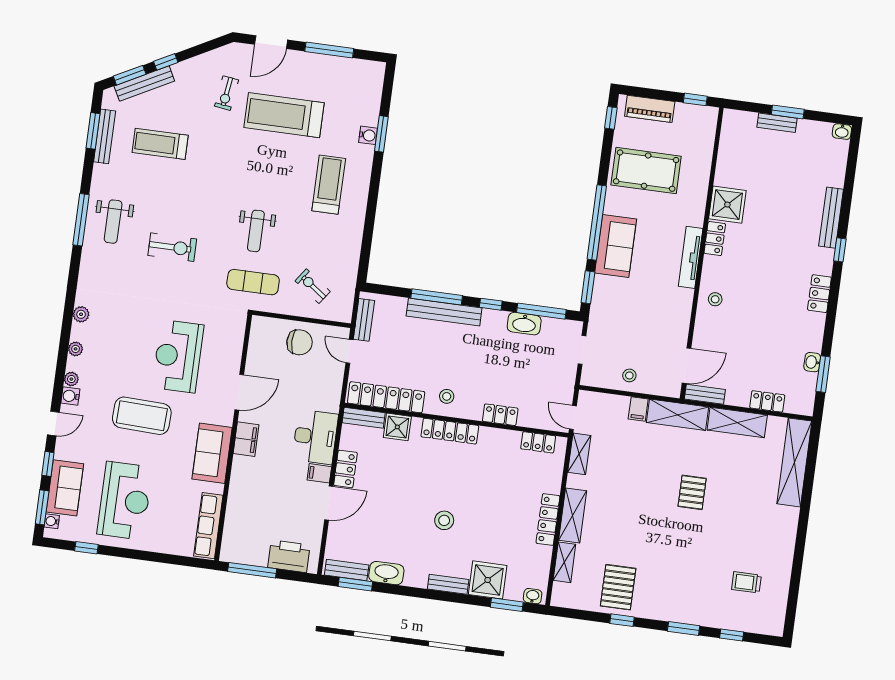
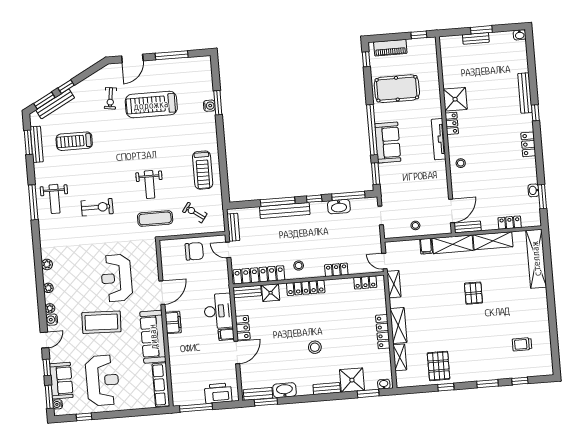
treadmill: (329, 185) -> (203, 170), moved, turned 180
sofa: (212, 453) -> (153, 337), width x1.36

